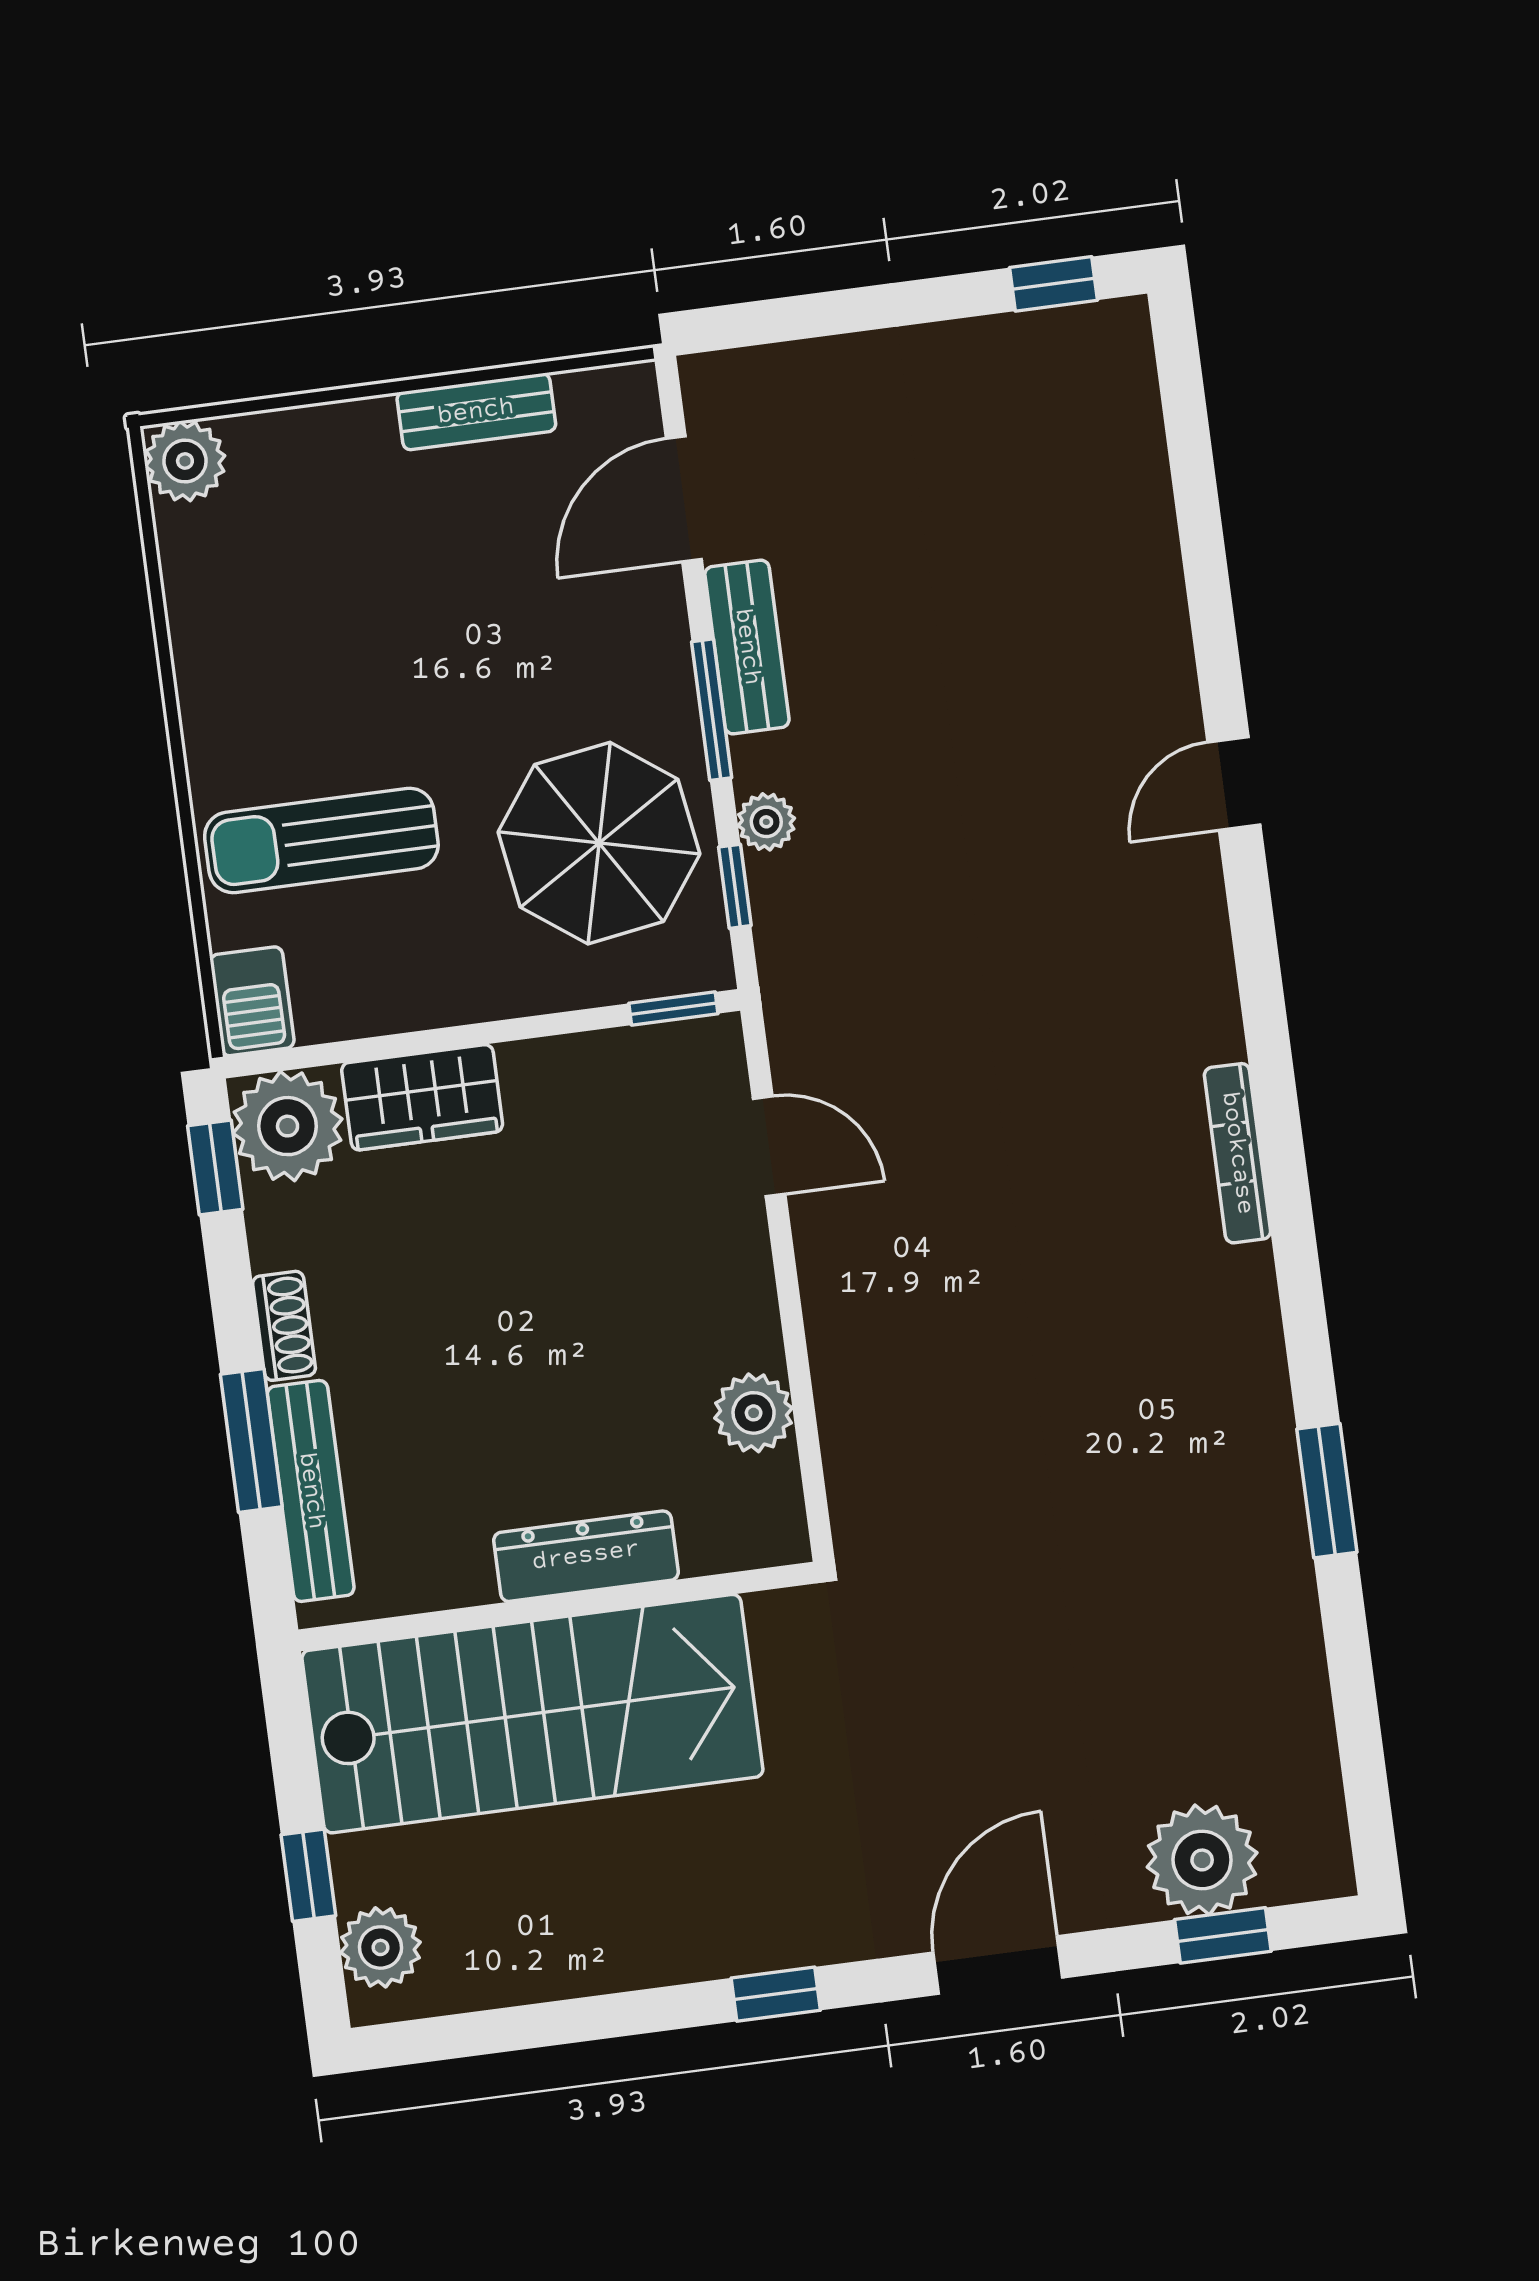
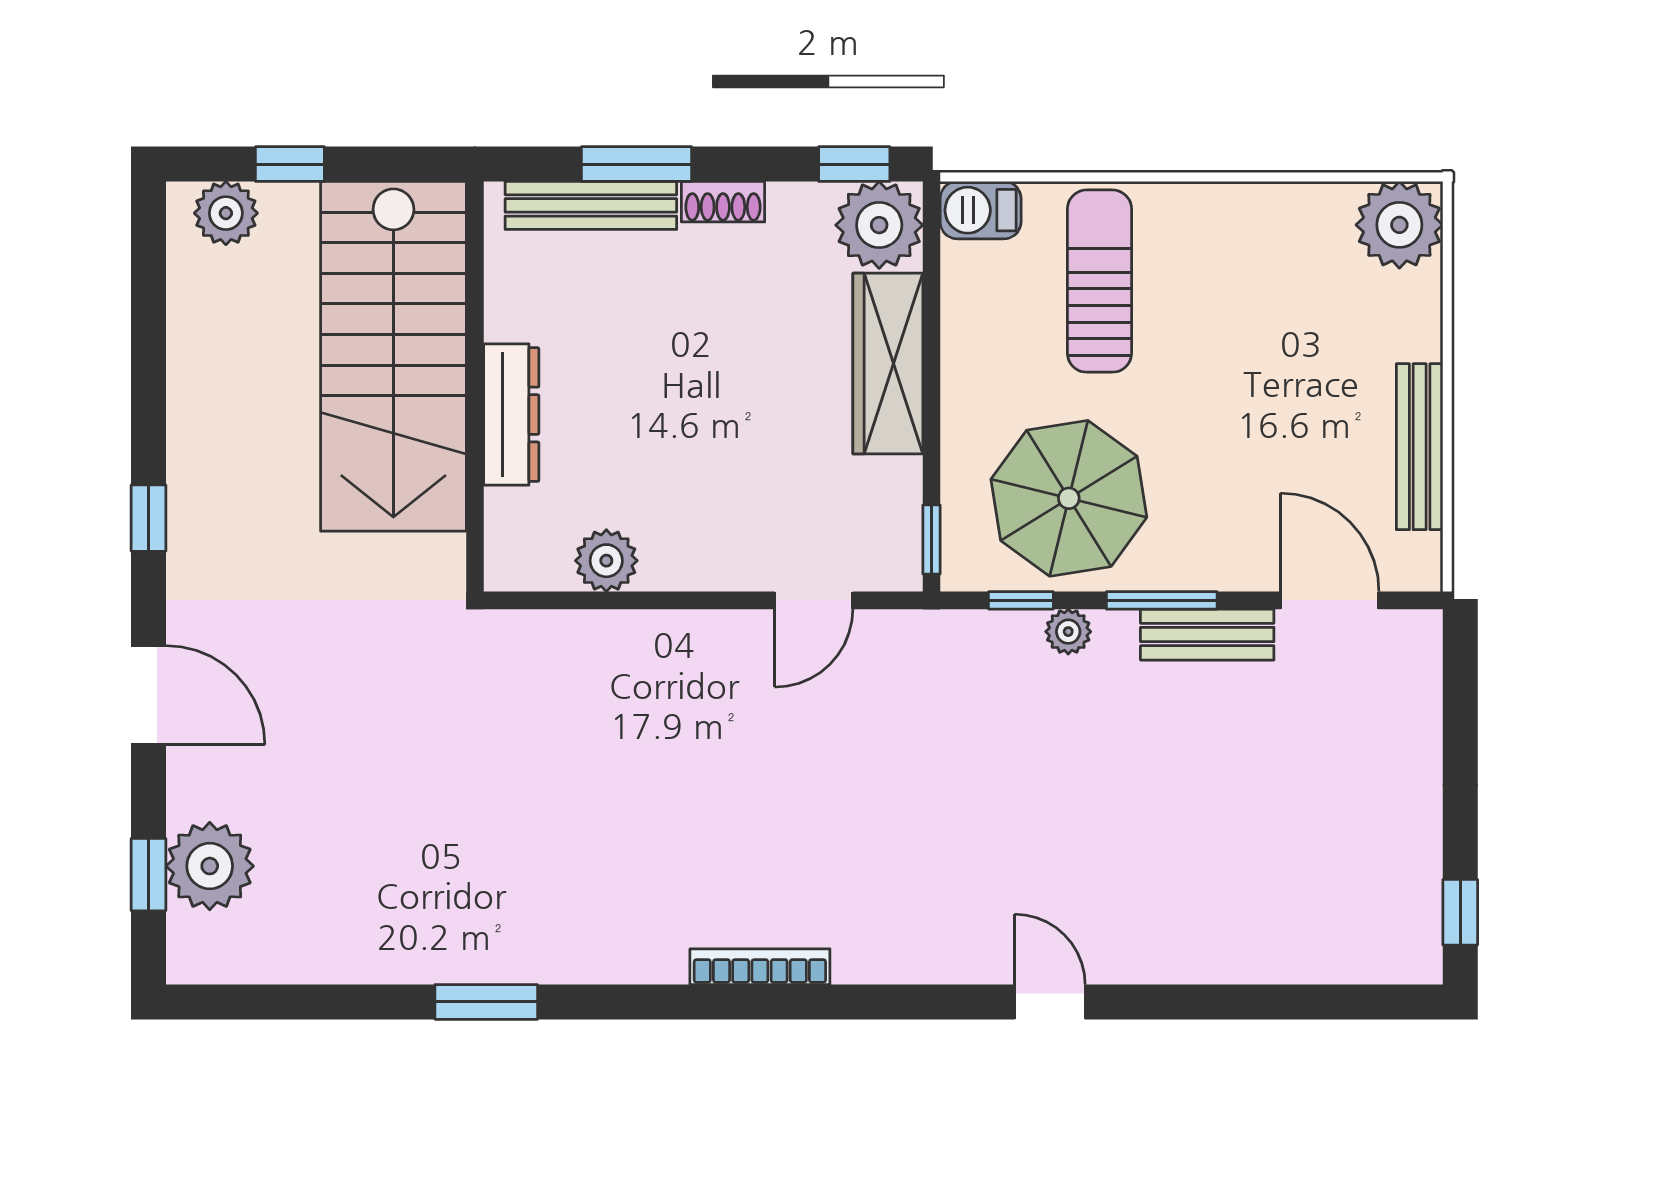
bench: (476, 412) -> (1420, 447), width x1.36
plant: (185, 461) -> (1399, 225), width x1.36, depth x1.36
wardrobe: (422, 1097) -> (888, 364), width x1.50

